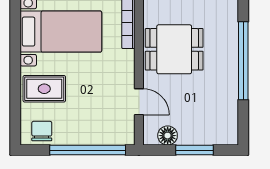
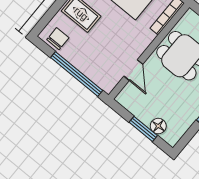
floor lamp: (168, 136) -> (158, 126), moved

